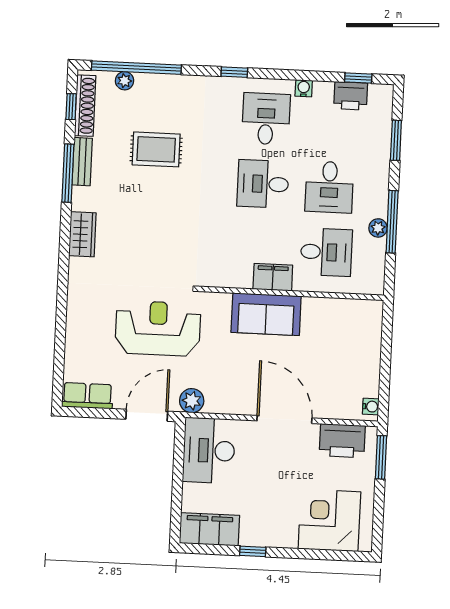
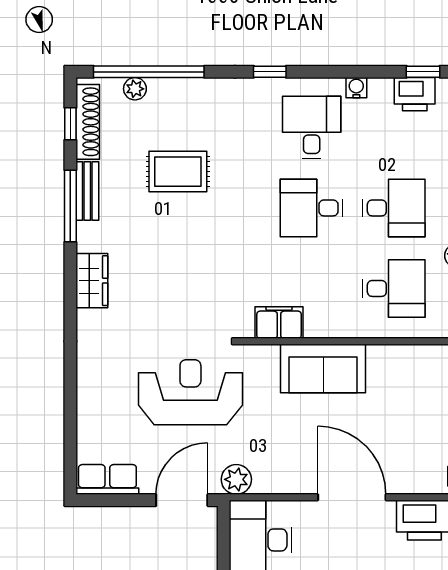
desk: (329, 187) -> (394, 208), turned -90
filing cabinet: (273, 277) -> (279, 322), moved

